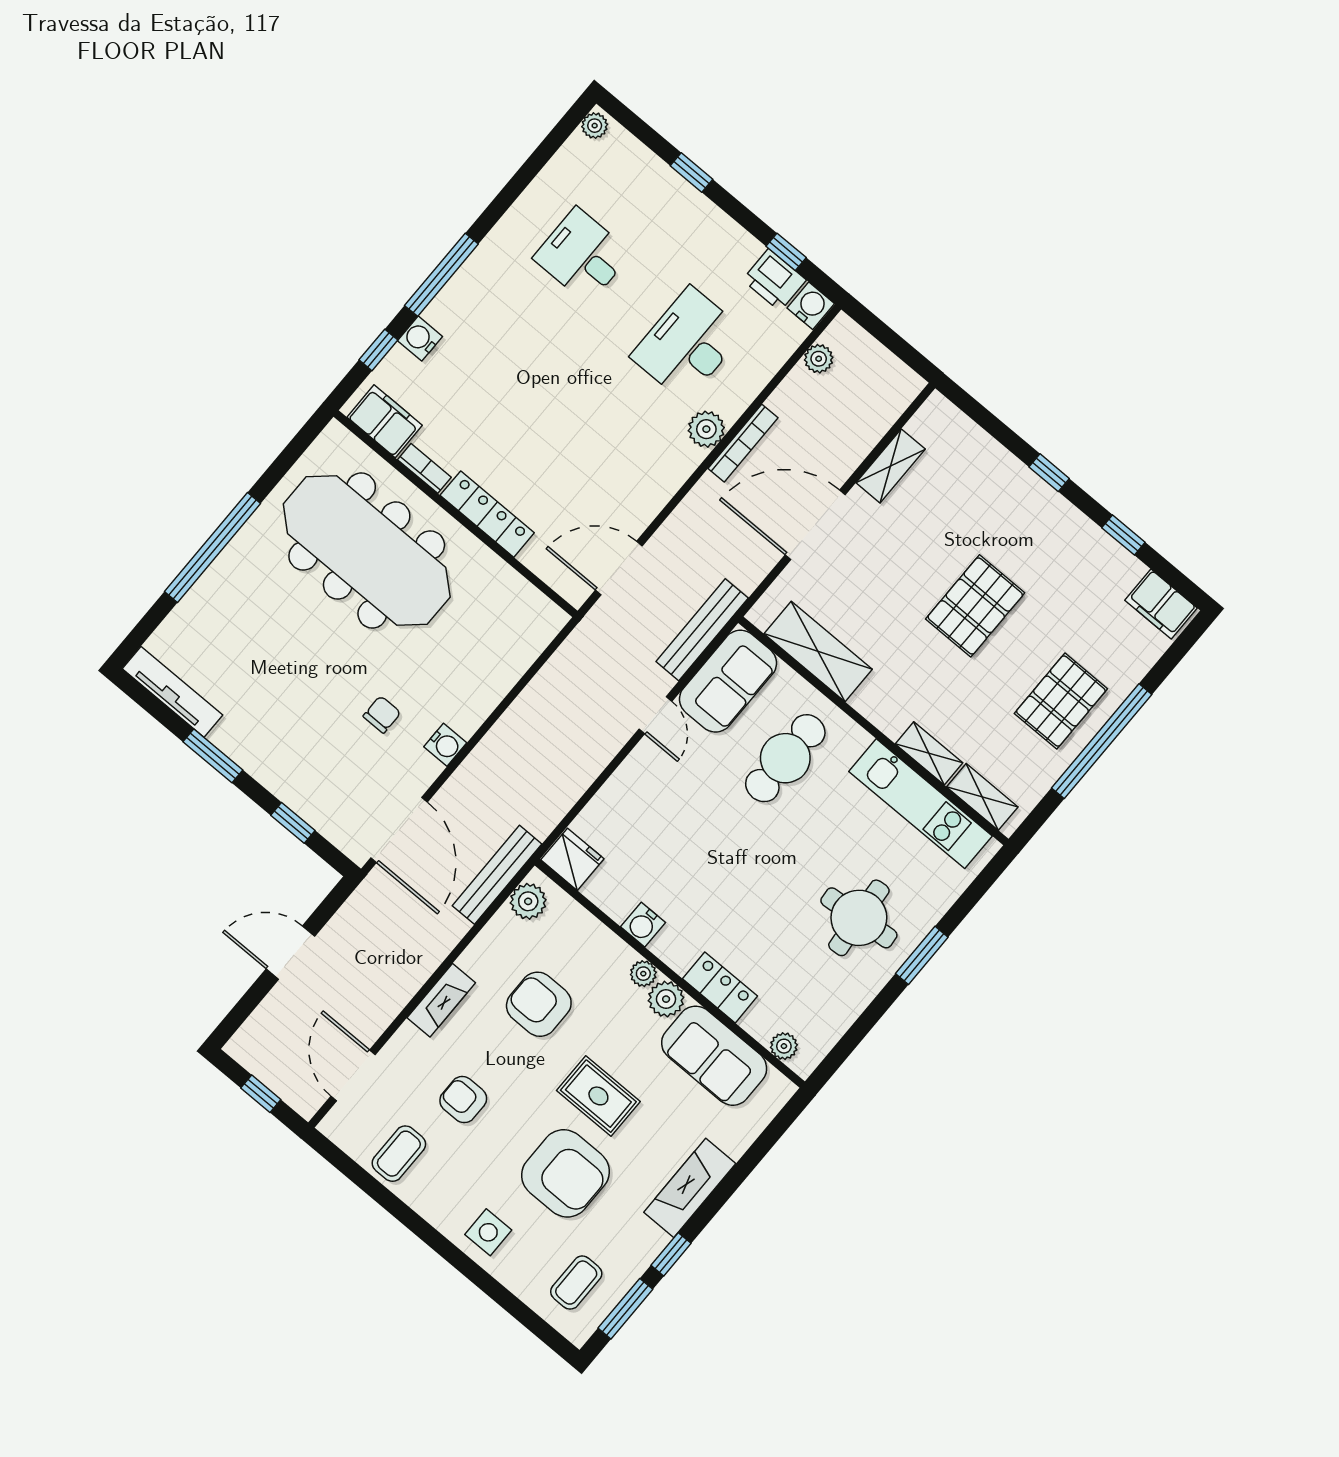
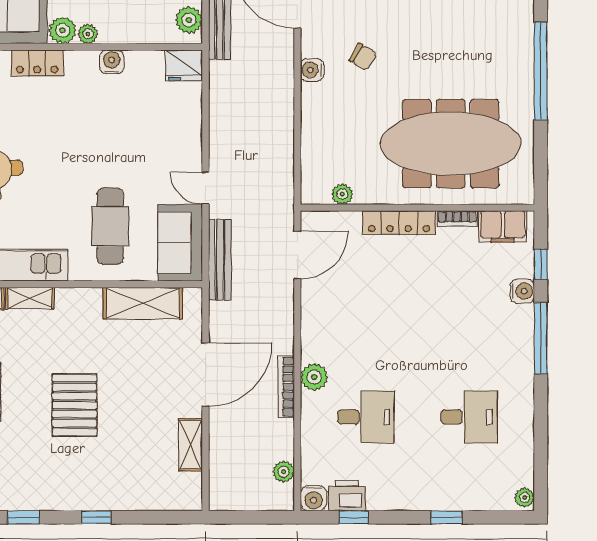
desk: (688, 344) -> (366, 417), width x0.73
plant: (521, 592) -> (342, 194), added
chair: (382, 714) -> (363, 57), turned -59

